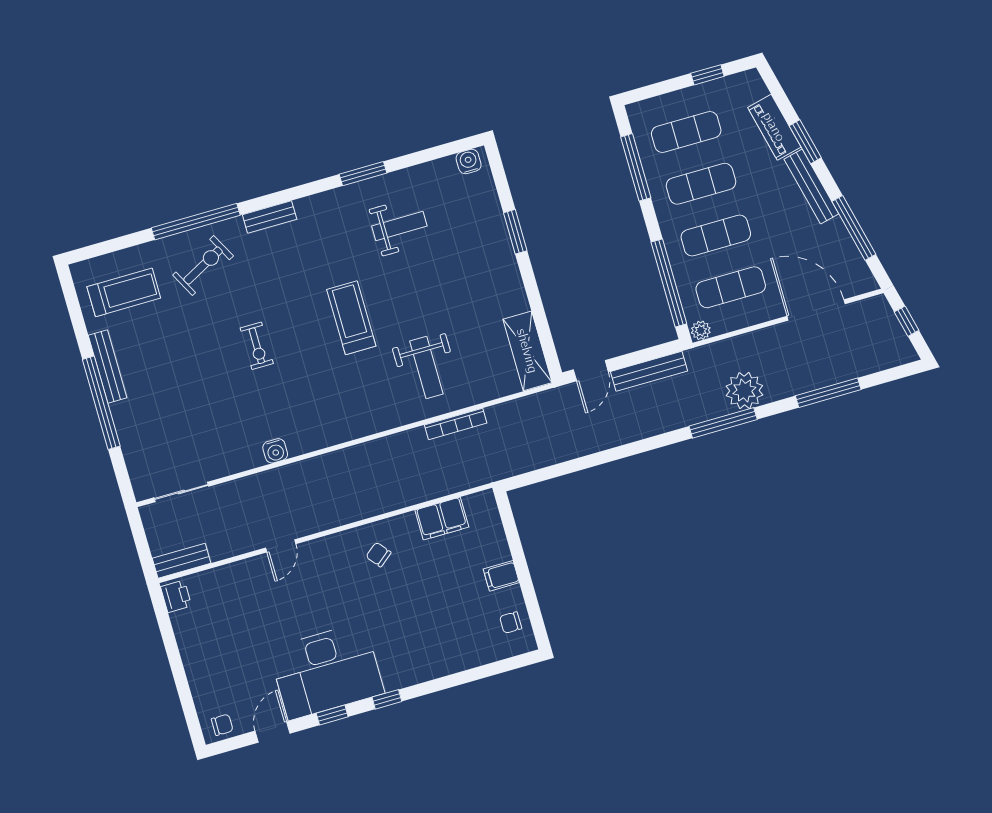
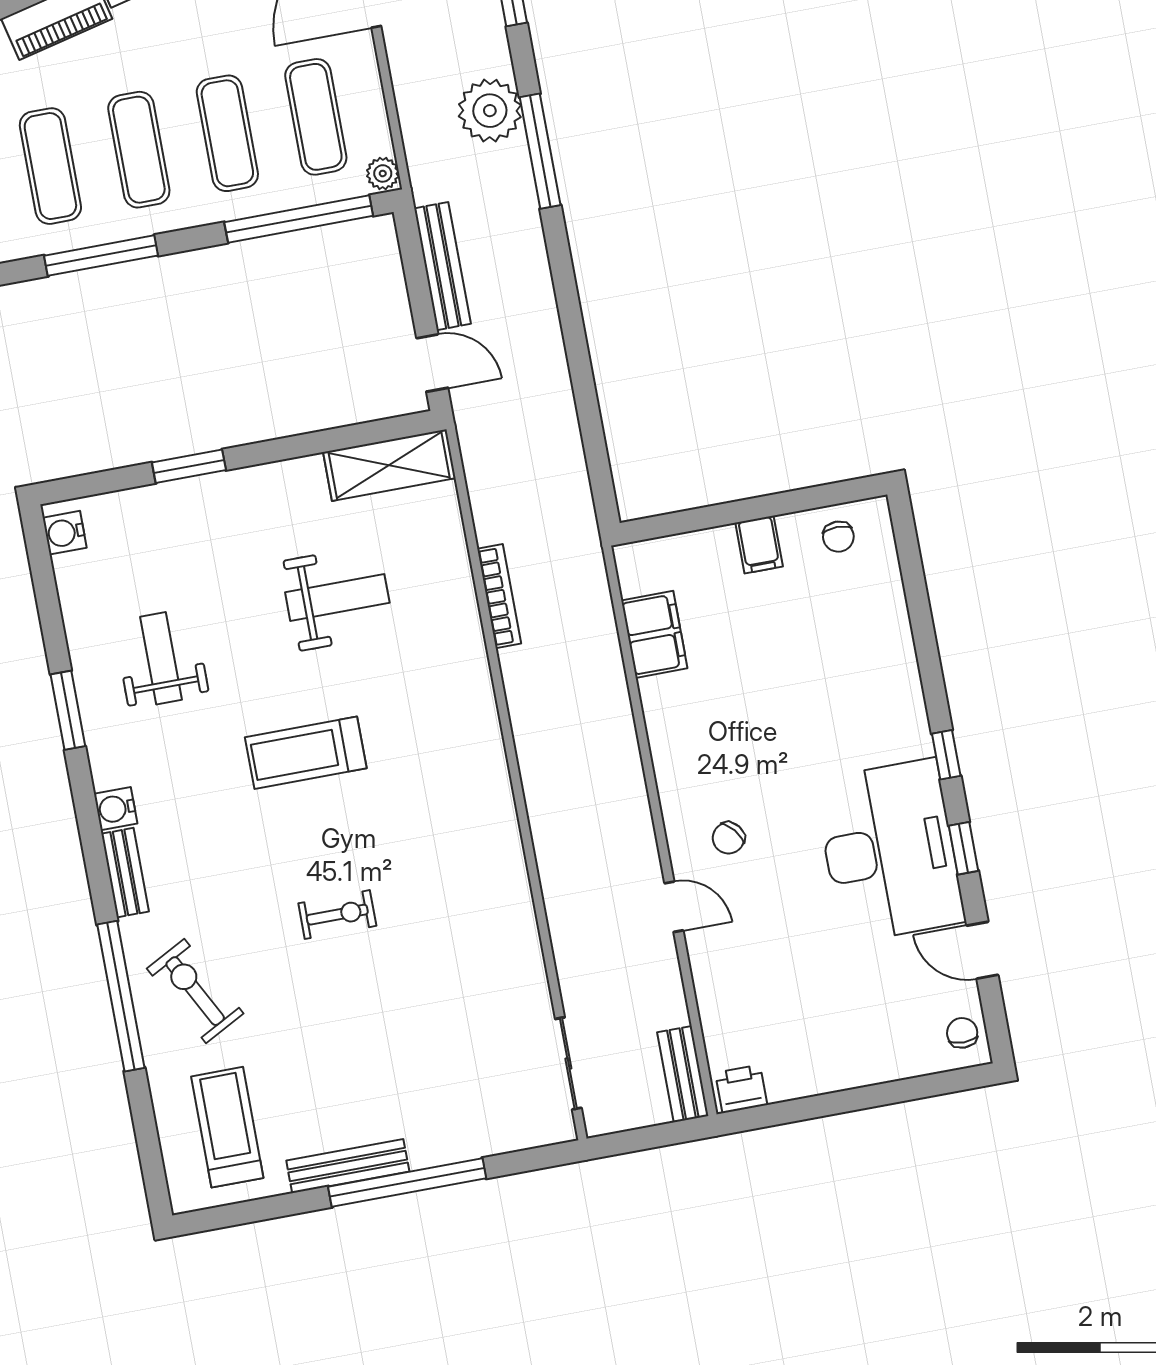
weight bench: (426, 368) -> (337, 597), moved
water cooler: (275, 451) -> (116, 809), moved, turned 180
chair: (378, 555) -> (728, 838), moved

